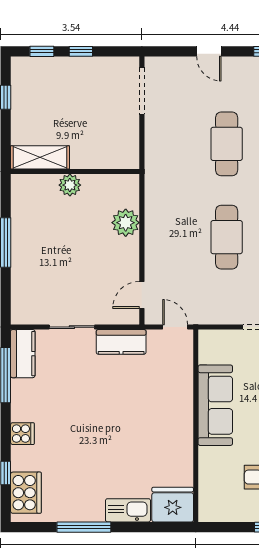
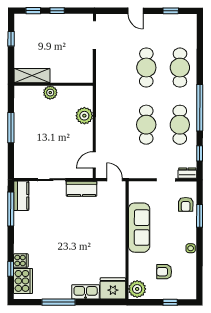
cooker: (22, 434) -> (21, 261), moved
plant: (212, 505) -> (137, 289), added

